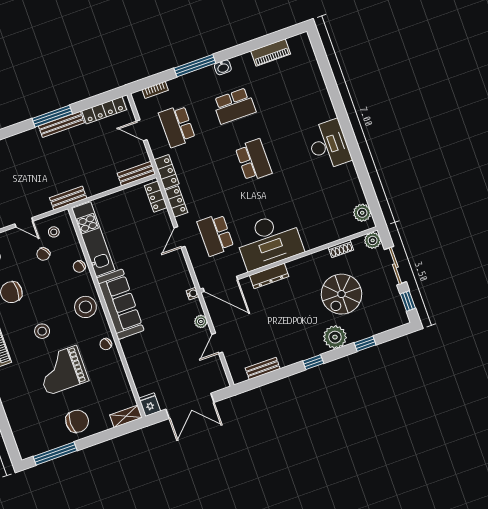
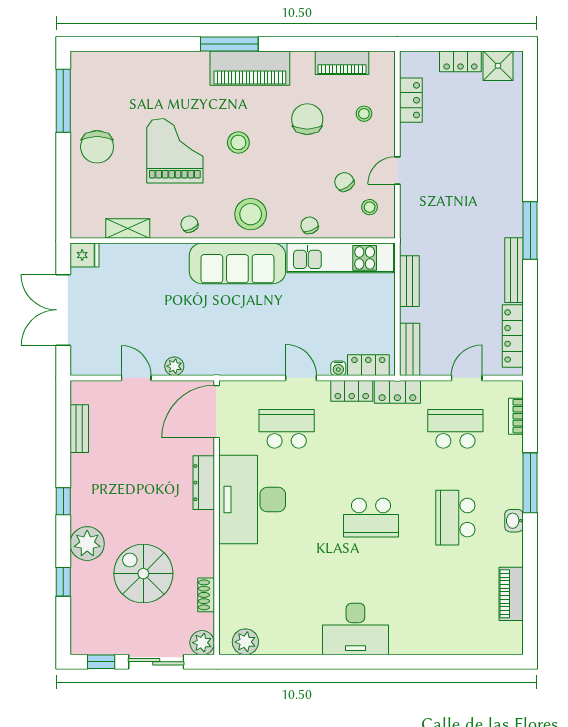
window: (52, 116) -> (530, 230), moved
bench: (68, 198) -> (409, 281), moved
water cooler: (192, 294) -> (338, 368), moved
shelving: (126, 416) -> (128, 229), moved, turned 90

